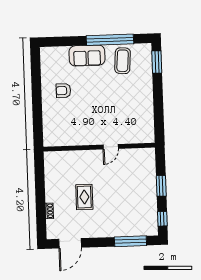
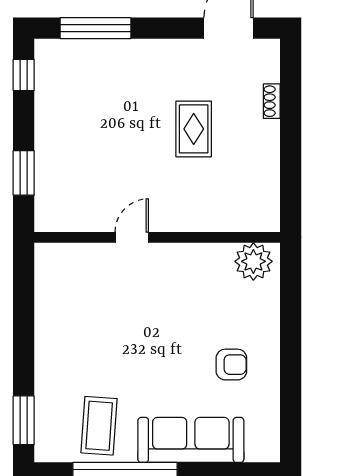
sofa: (87, 55) -> (191, 440), width x1.36
plant: (55, 138) -> (253, 261), added
window: (161, 186) -> (24, 173), moved

